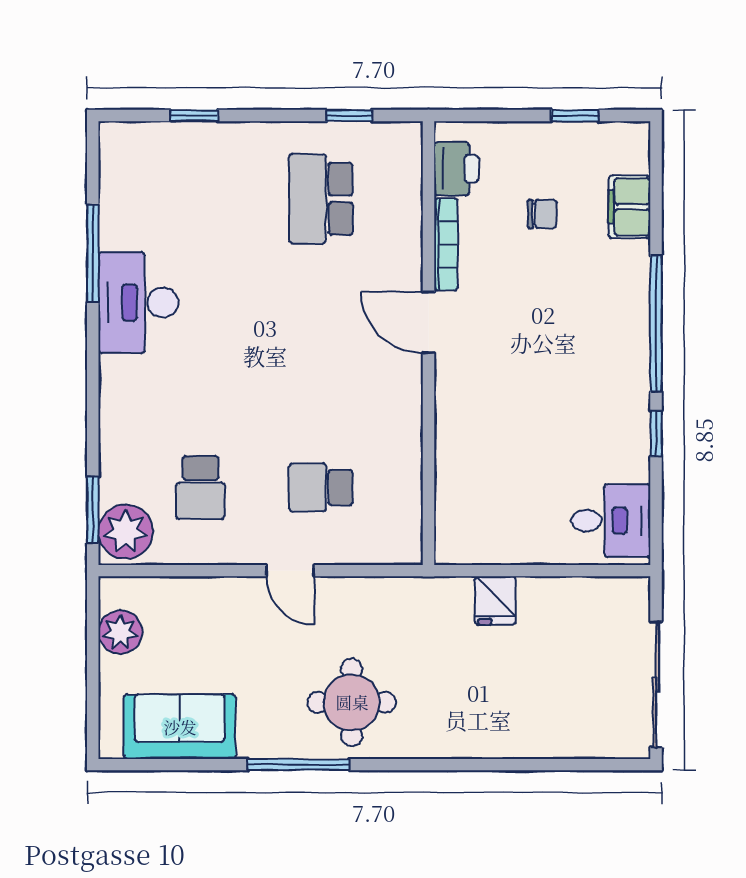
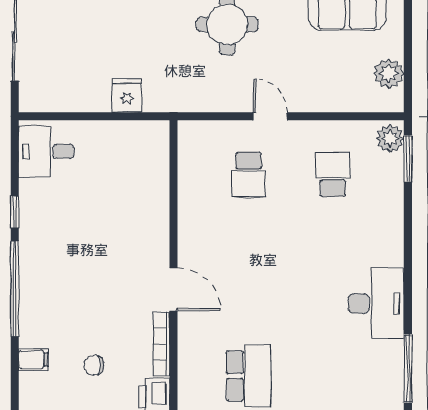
filing cabinet: (630, 207) -> (33, 359), width x0.50
window: (93, 253) -> (408, 369), moved
school desk: (321, 487) -> (249, 174), turned 90
plant: (126, 532) -> (390, 139), width x0.73, depth x0.73

